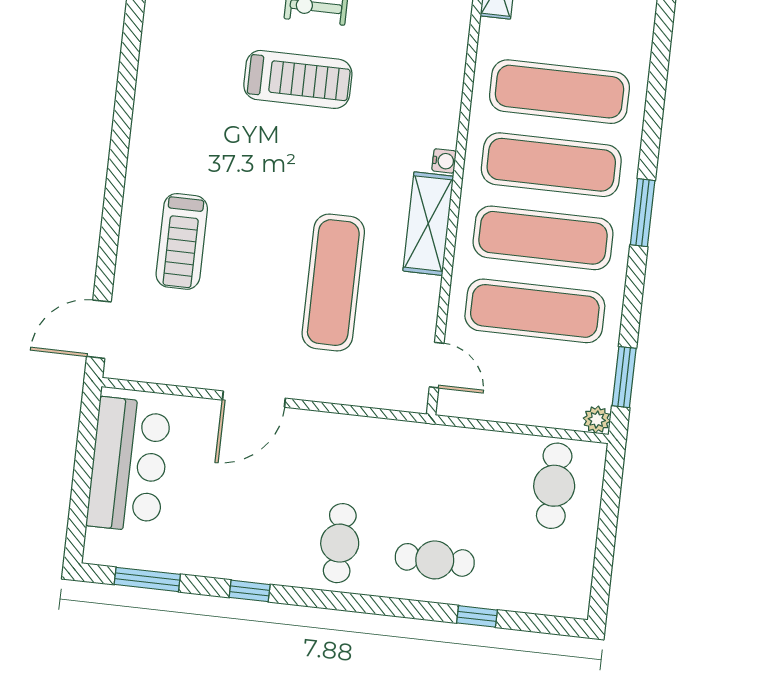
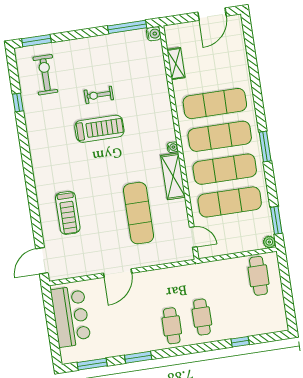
cafe table: (435, 560) -> (202, 317), moved, turned 90
window: (250, 591) -> (138, 357), width x1.50

